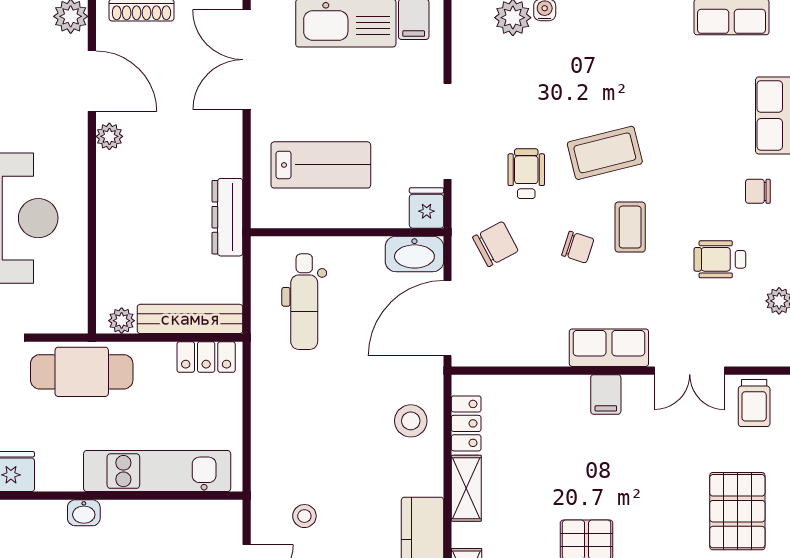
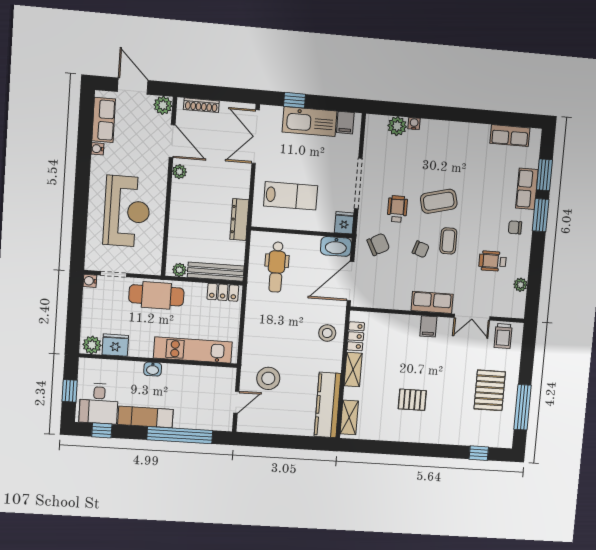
stool: (304, 516) -> (268, 378), width x1.89, depth x1.89

